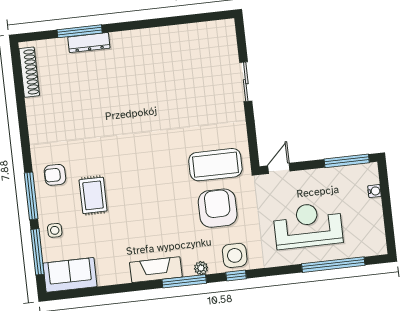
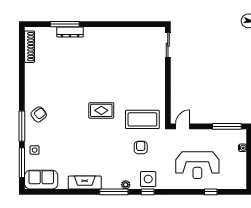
sliding door: (246, 82) -> (168, 45), moved
armchair: (55, 175) -> (39, 114), turned 142
rug: (93, 195) -> (101, 110), moved, turned 90
armchair: (218, 208) -> (141, 147), width x0.53, depth x0.53
reception desk: (308, 225) -> (197, 165), turned 180
window: (333, 265) -> (211, 192), width x0.32
fireplace: (156, 270) -> (85, 183), moved

